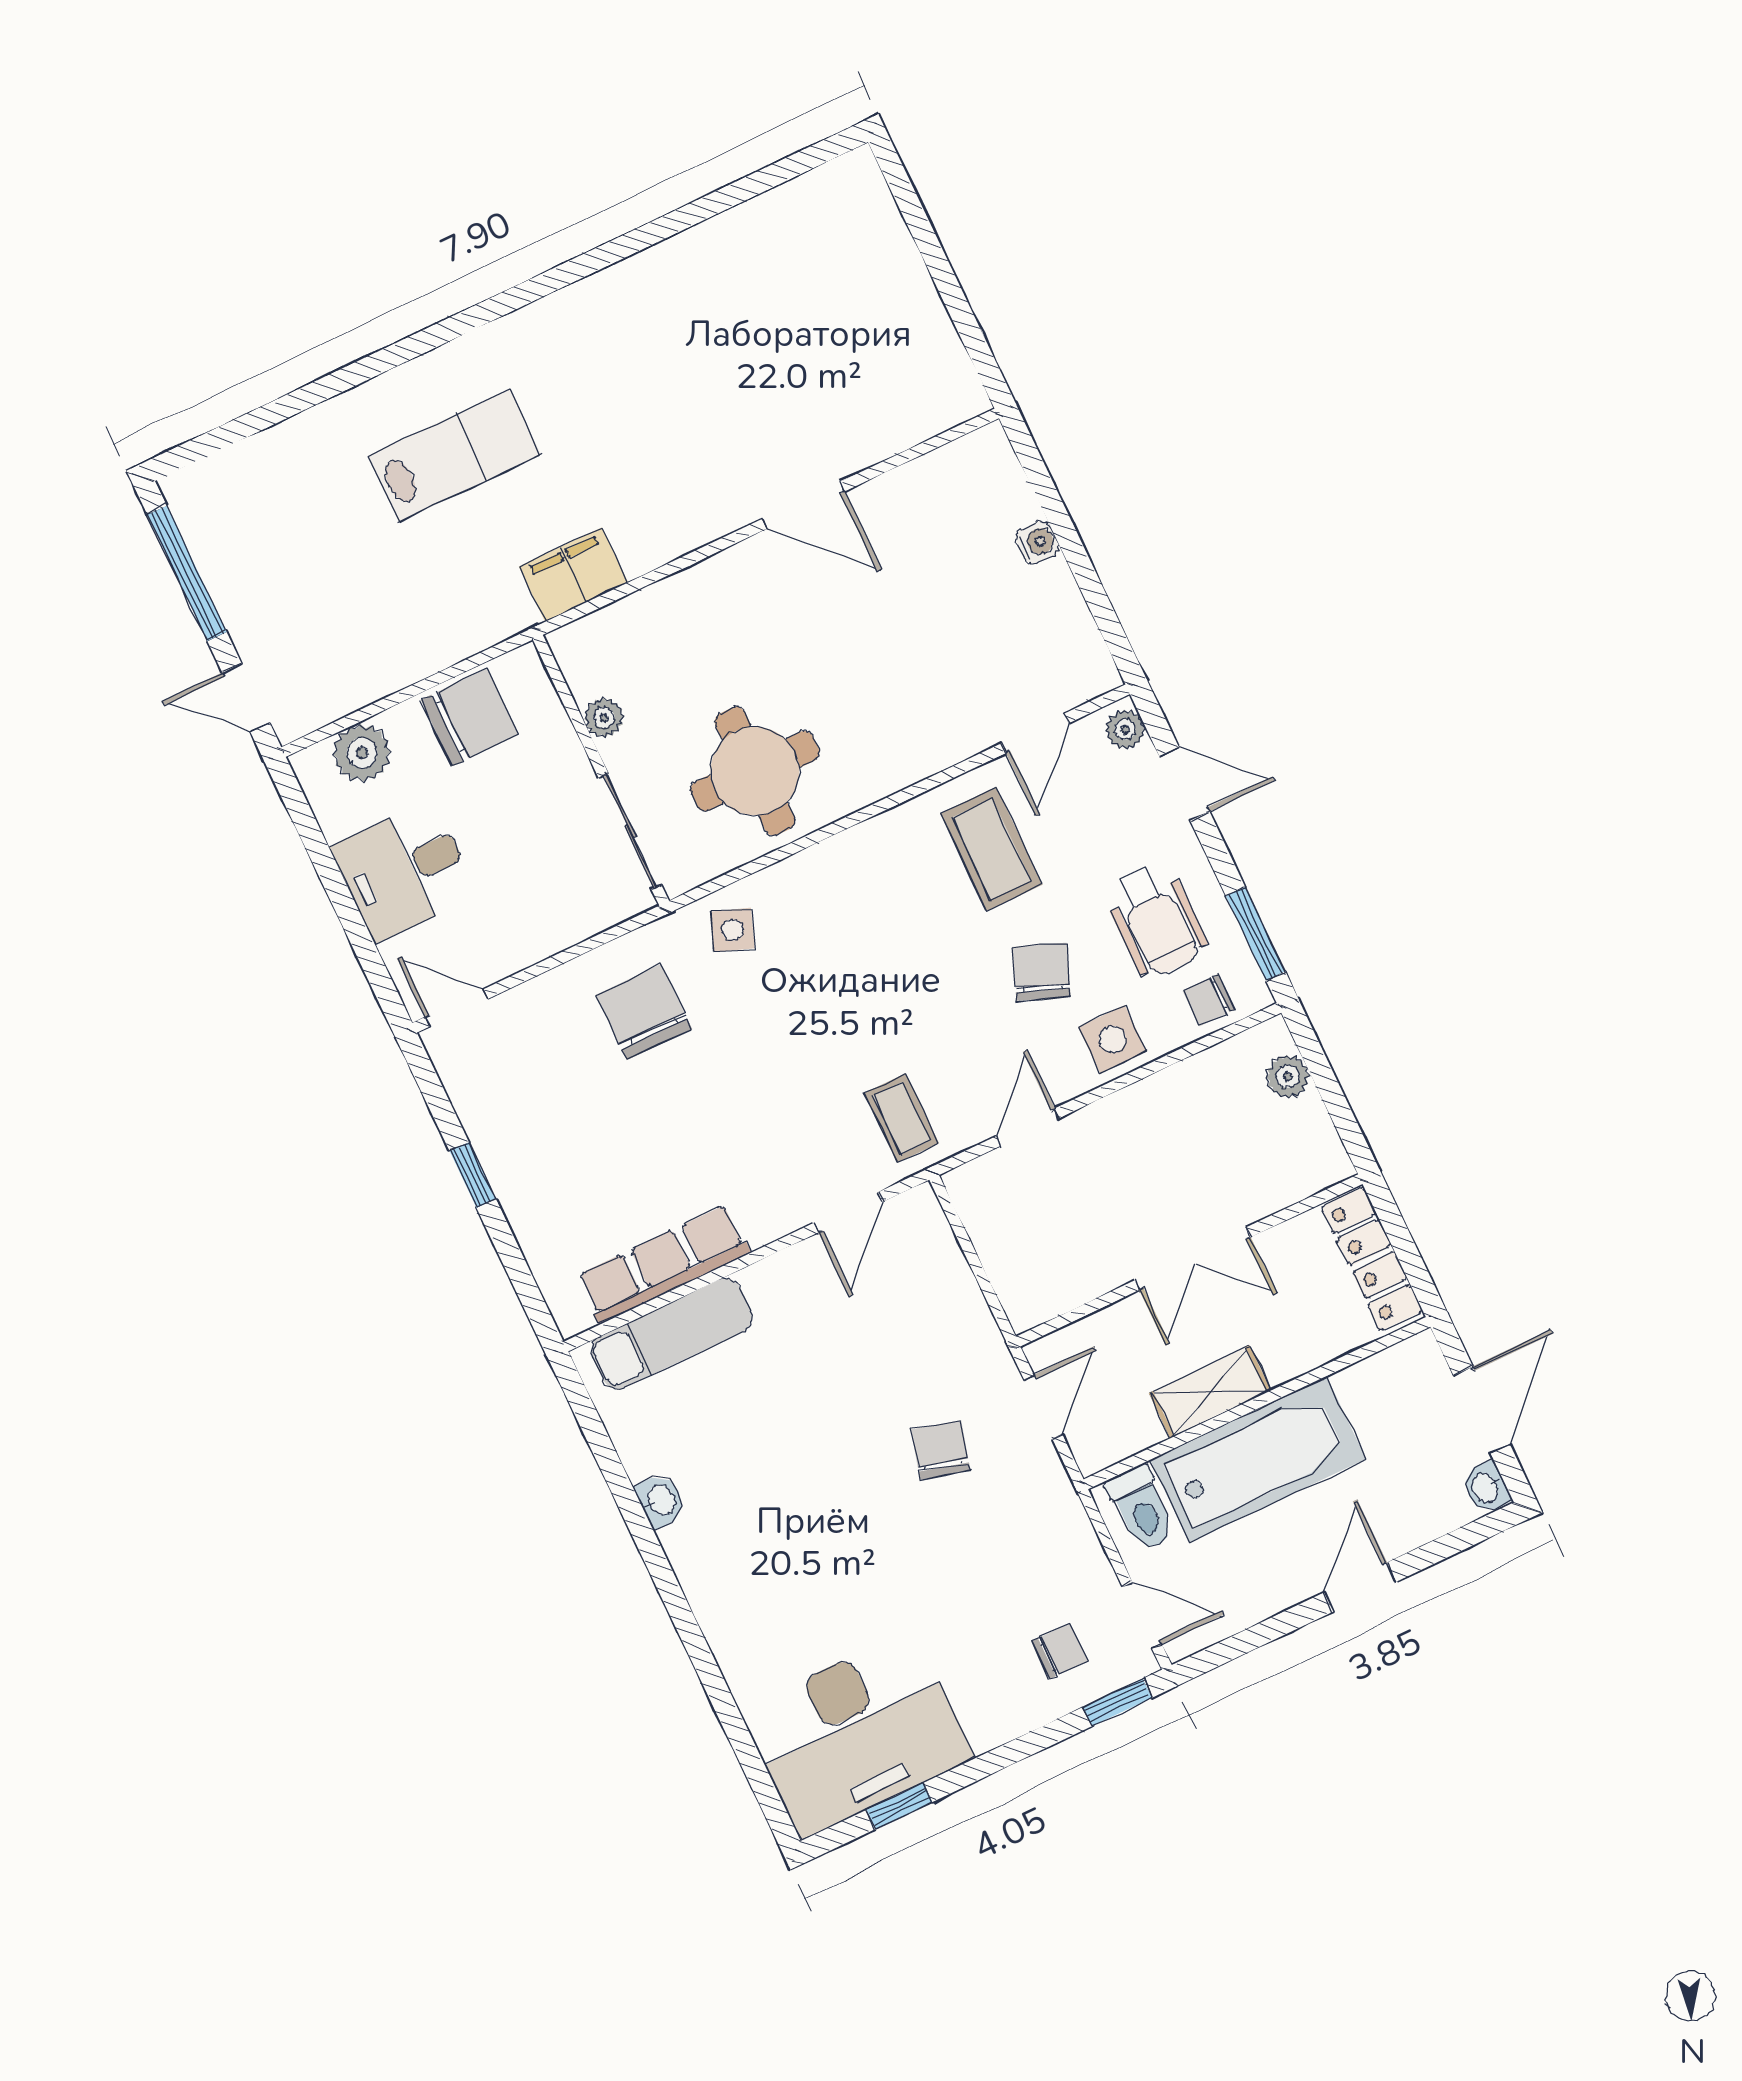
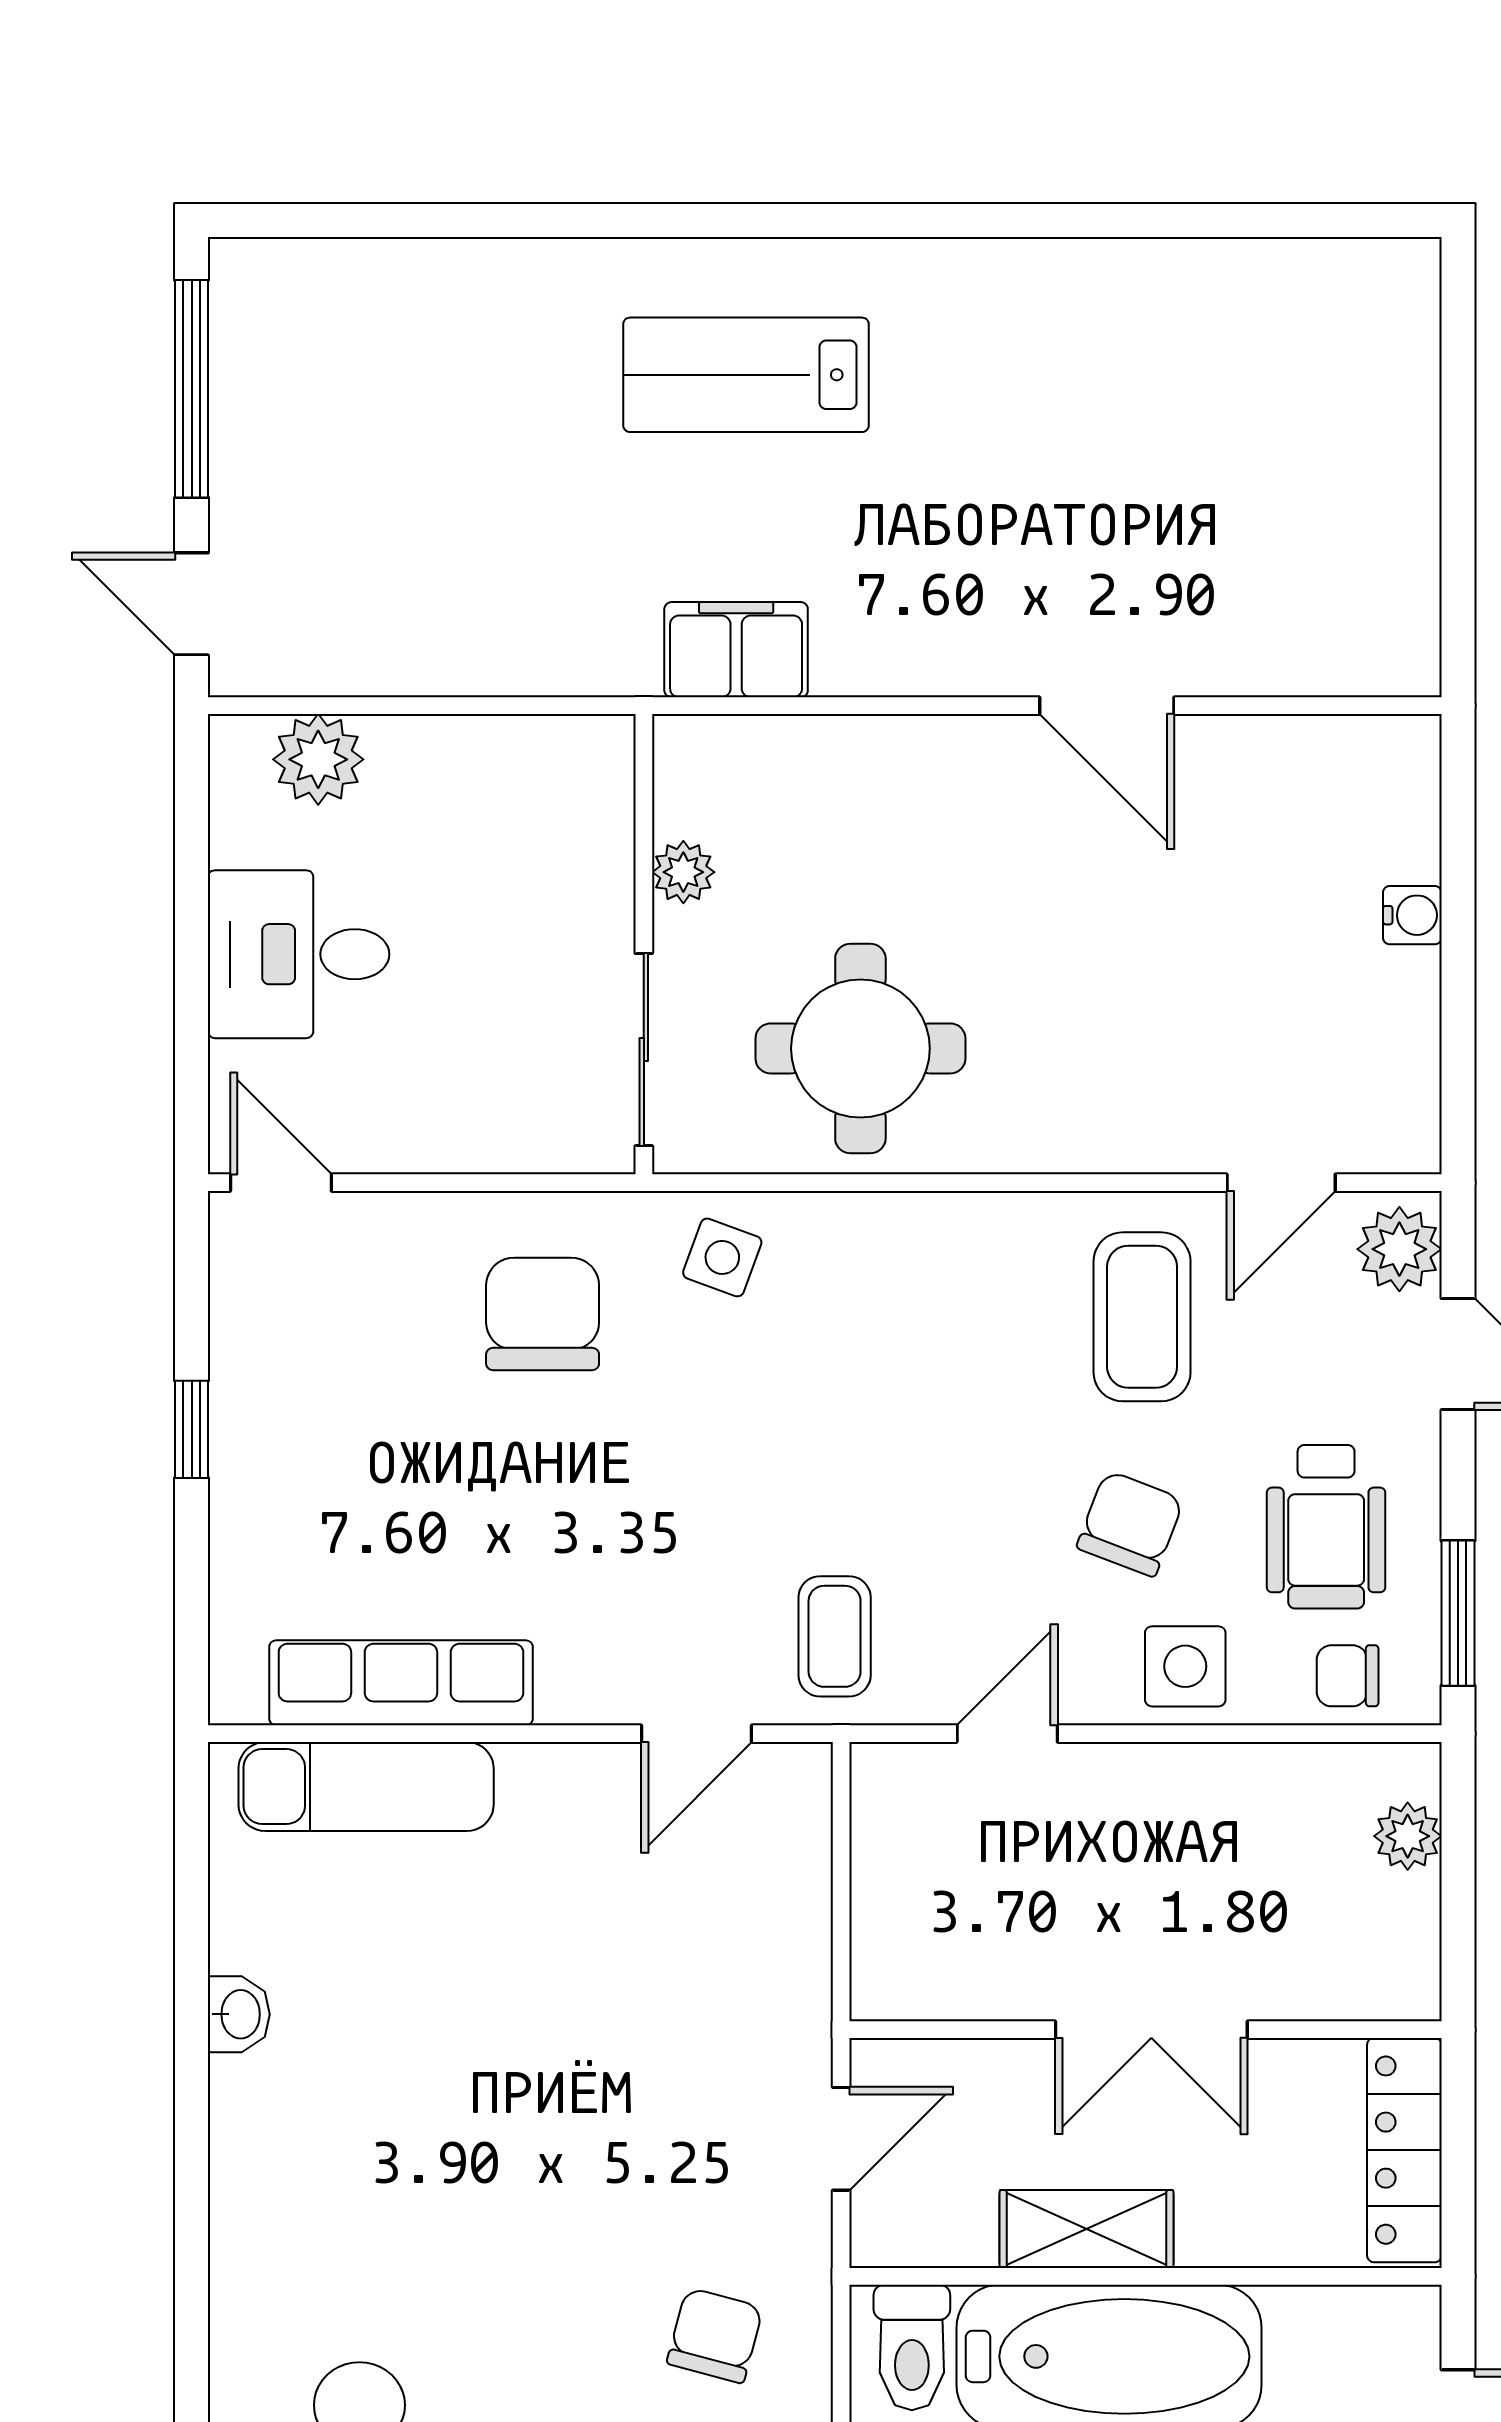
lab bench: (454, 455) -> (746, 375), moved, turned 180
chair: (470, 717) -> (494, 781), removed
plant: (1125, 729) -> (1399, 1249), width x1.38, depth x1.38
chair: (941, 1450) -> (715, 2335), moved

